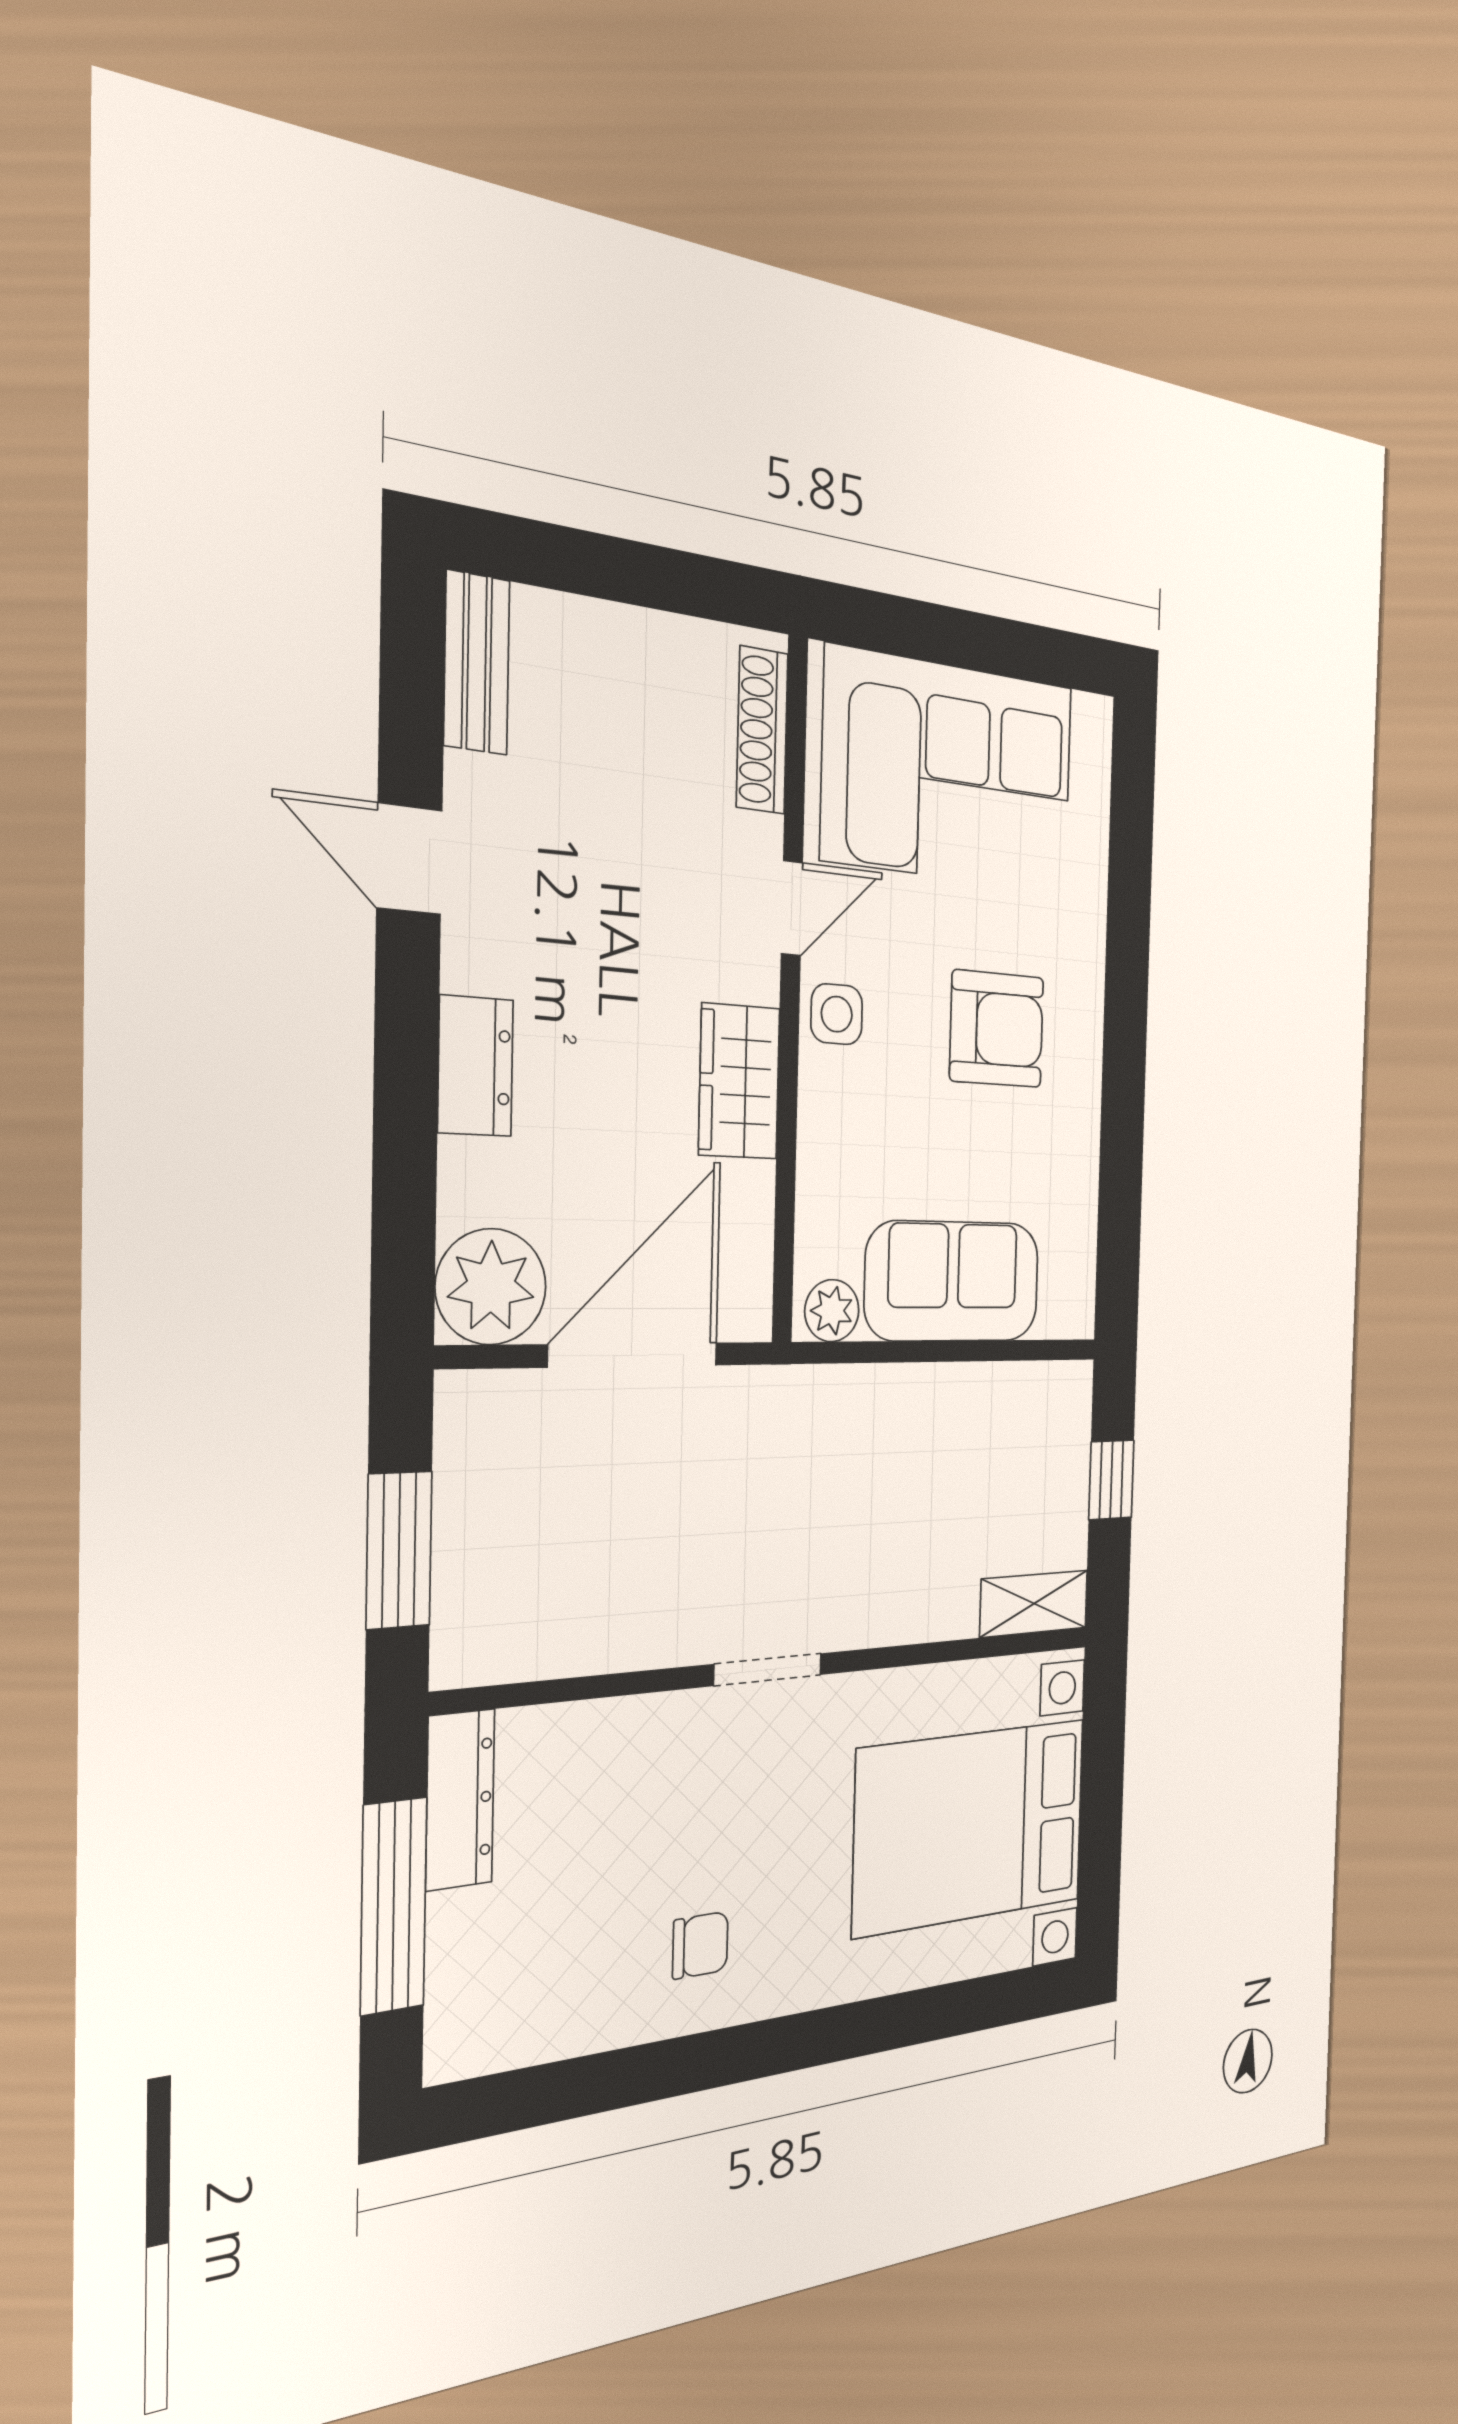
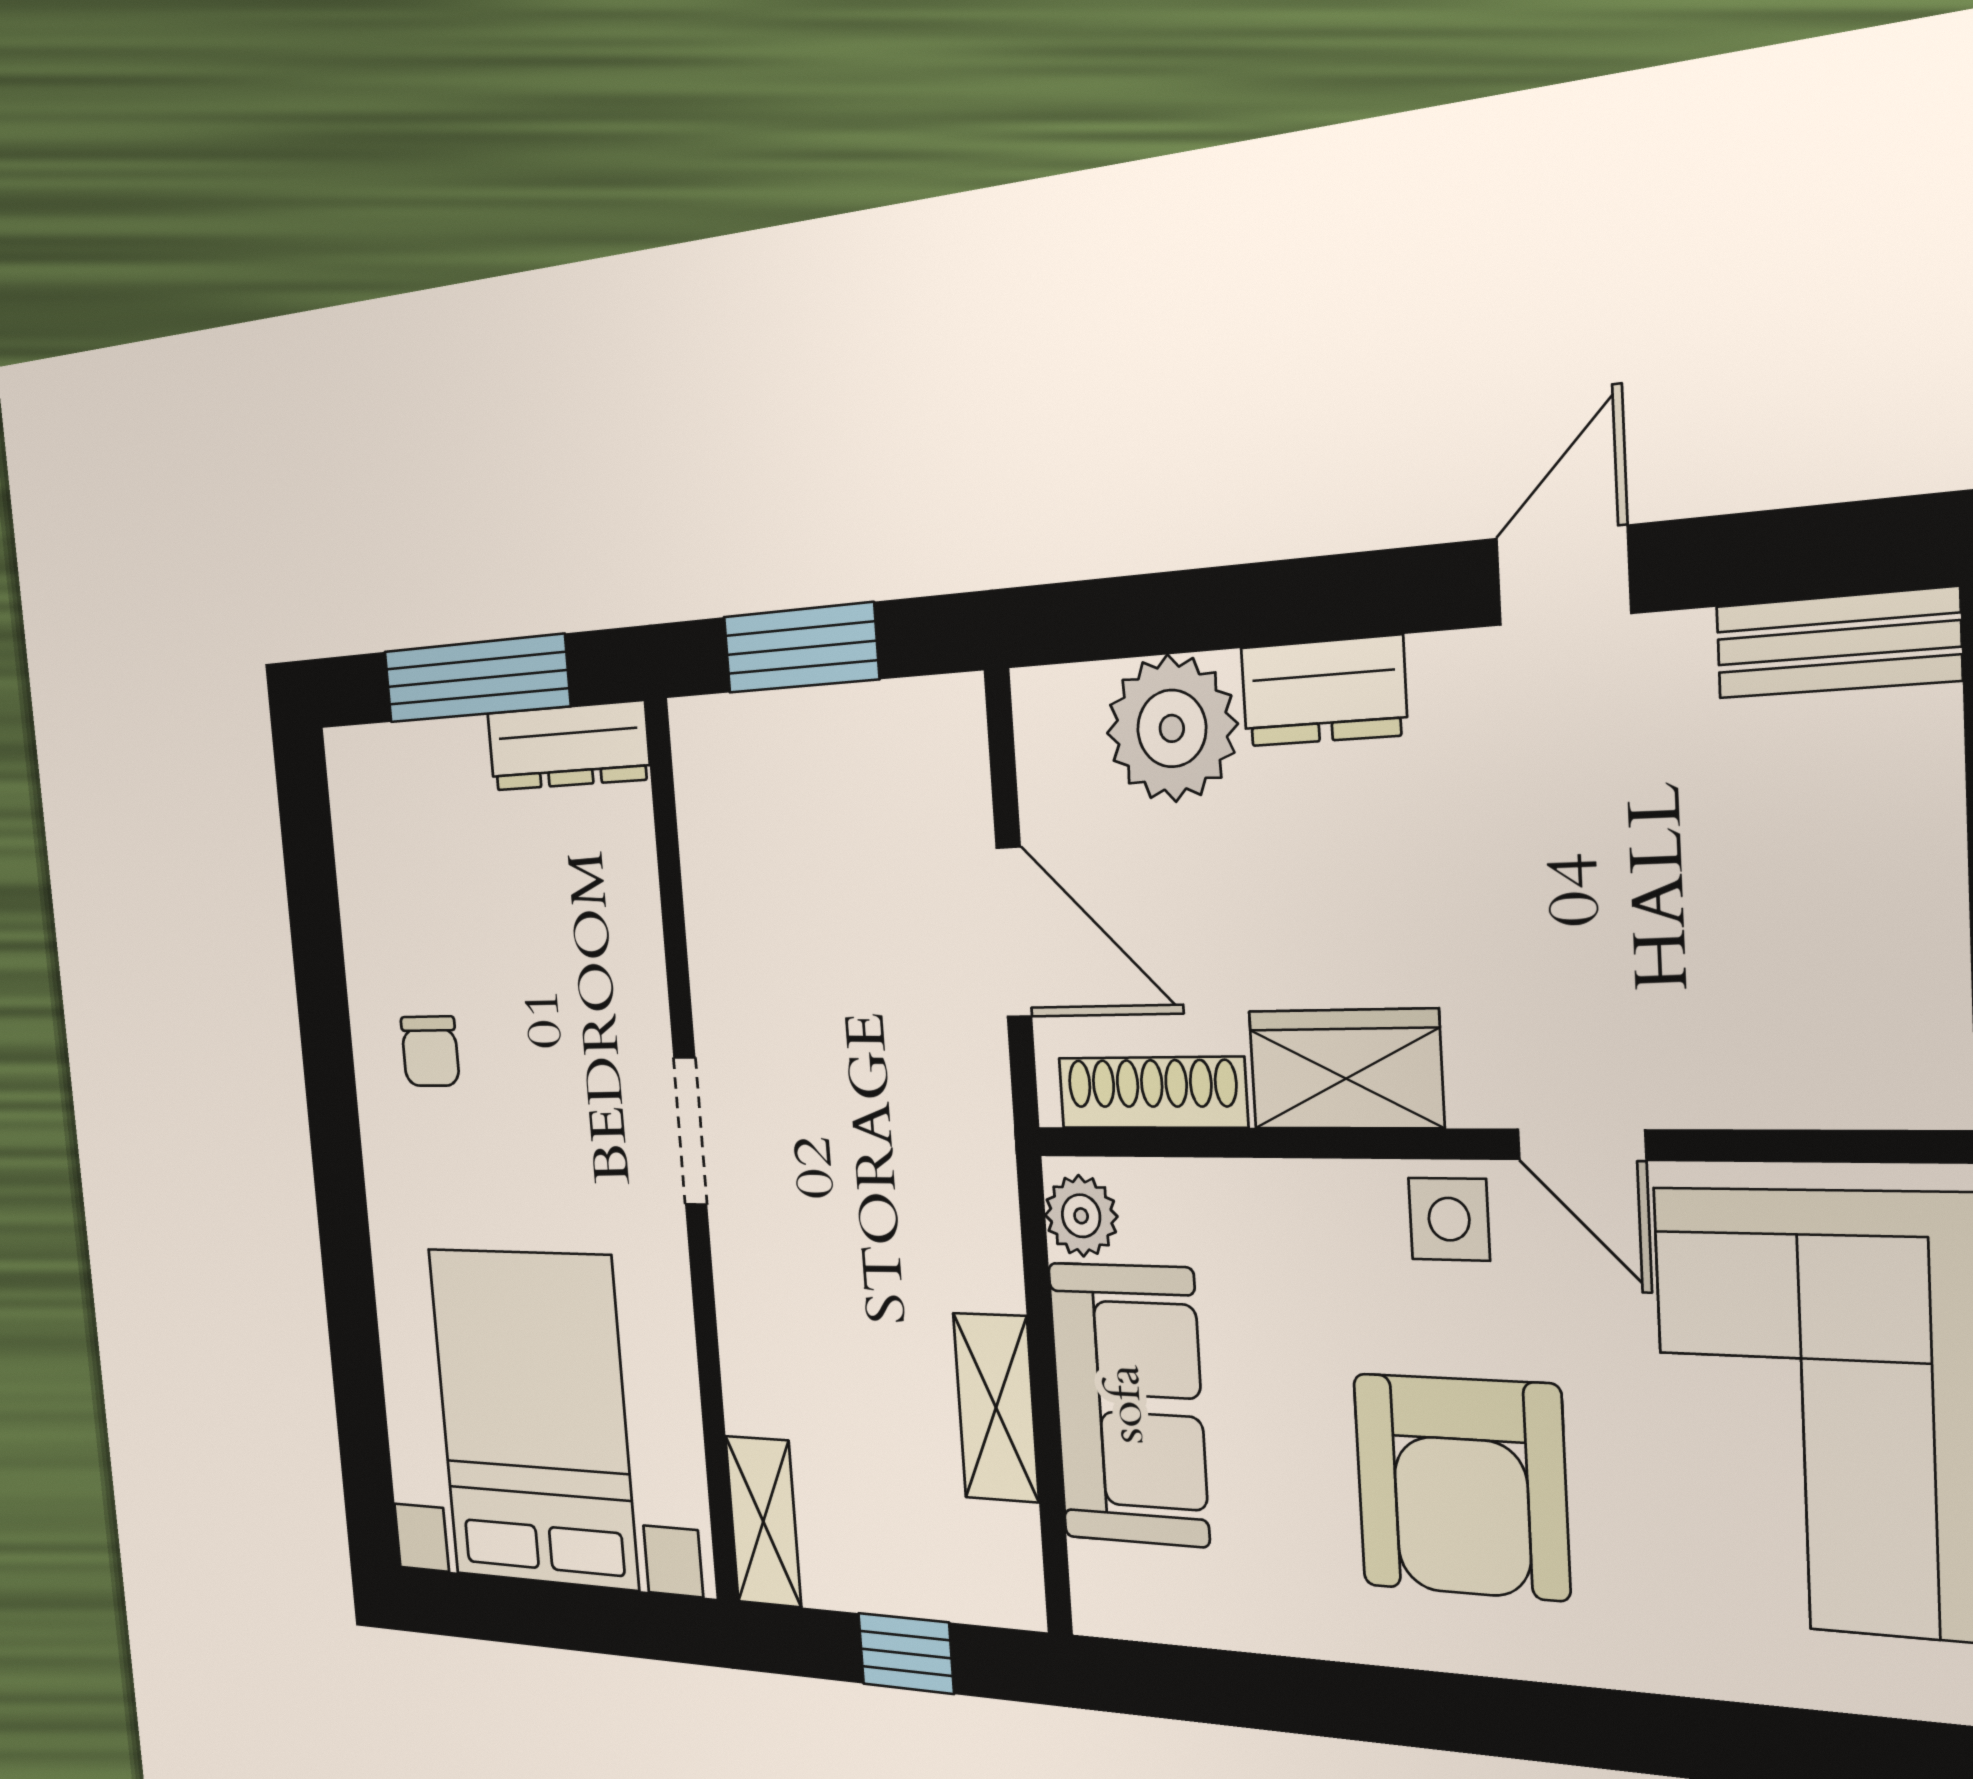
shoe rack: (762, 730) -> (1152, 1093), moved
armchair: (997, 1029) -> (1461, 1486), width x1.36, depth x1.36
plant: (491, 1287) -> (1172, 728), moved
door: (634, 1355) -> (1014, 932), width x0.73
shelving: (957, 1393) -> (996, 1407), added

